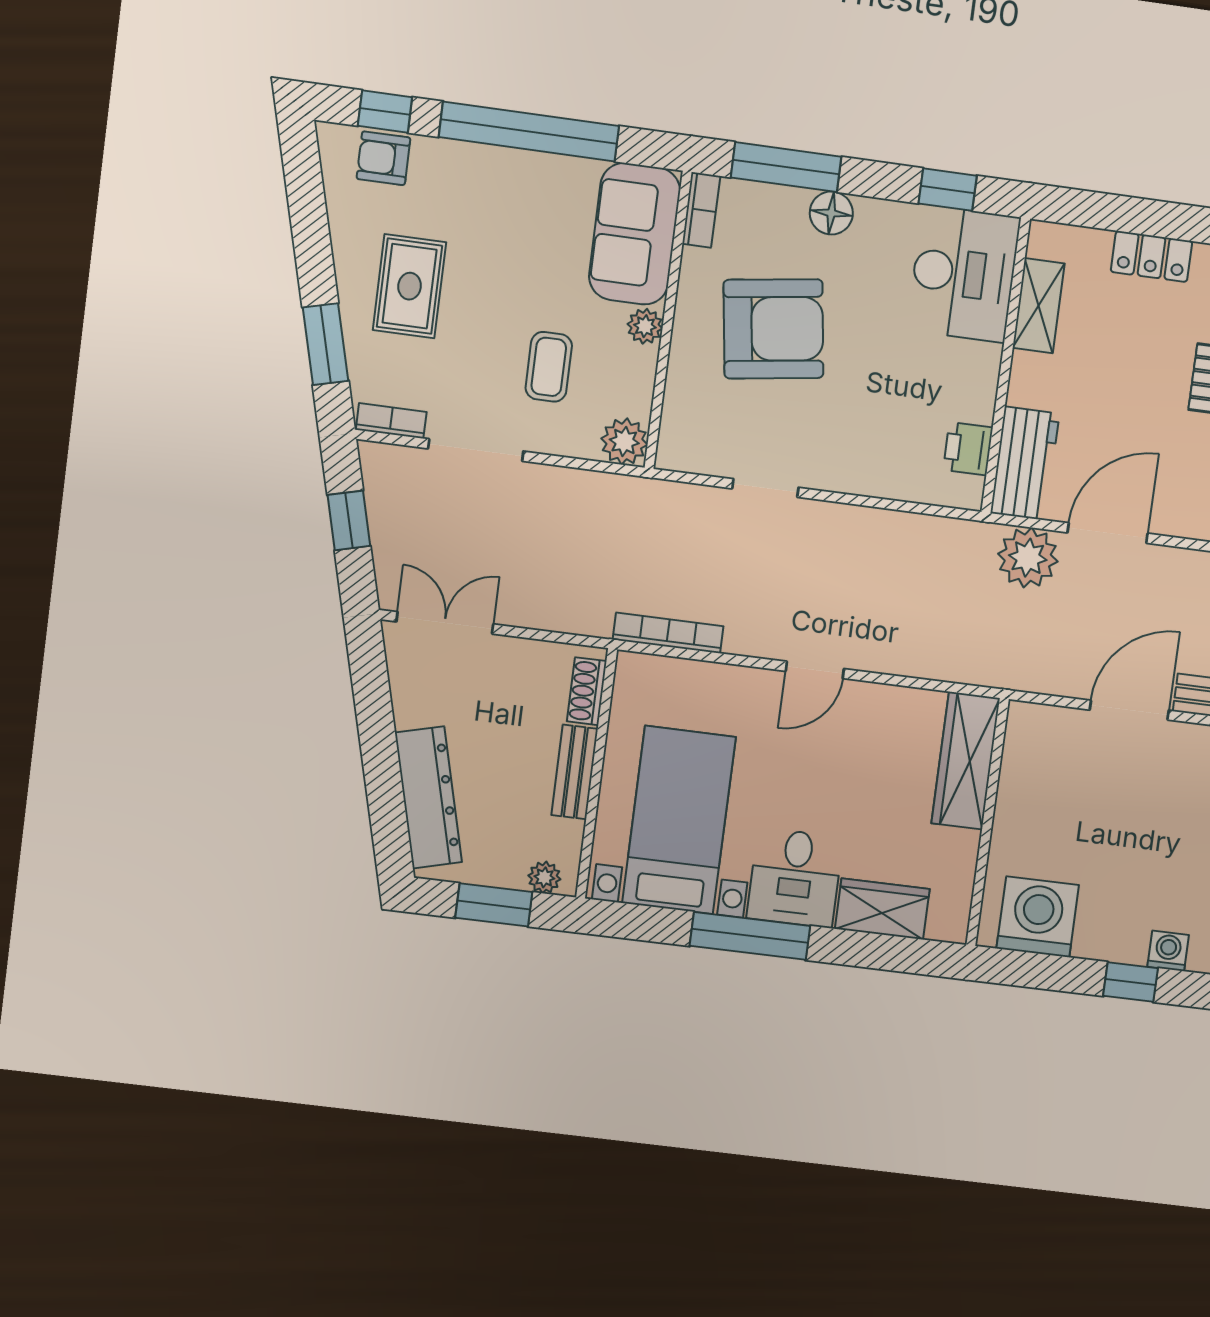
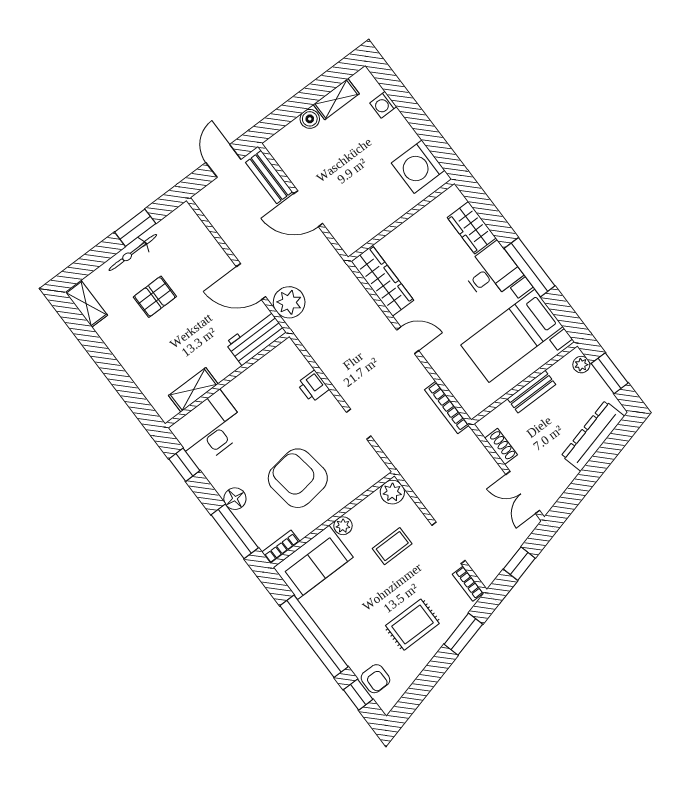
locker: (1151, 257) -> (134, 366), removed
printer: (968, 449) -> (313, 386), moved, turned 90
shoe rack: (587, 691) -> (501, 446), moved, turned -90
wardrobe: (966, 761) -> (382, 281), moved, turned -90
window: (1131, 982) -> (409, 107), removed

